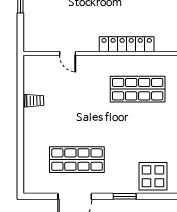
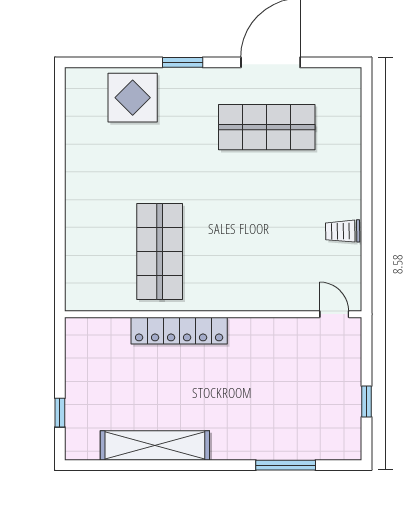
door: (68, 54) -> (334, 314), moved
shop shelf: (138, 89) -> (160, 251), turned 90

